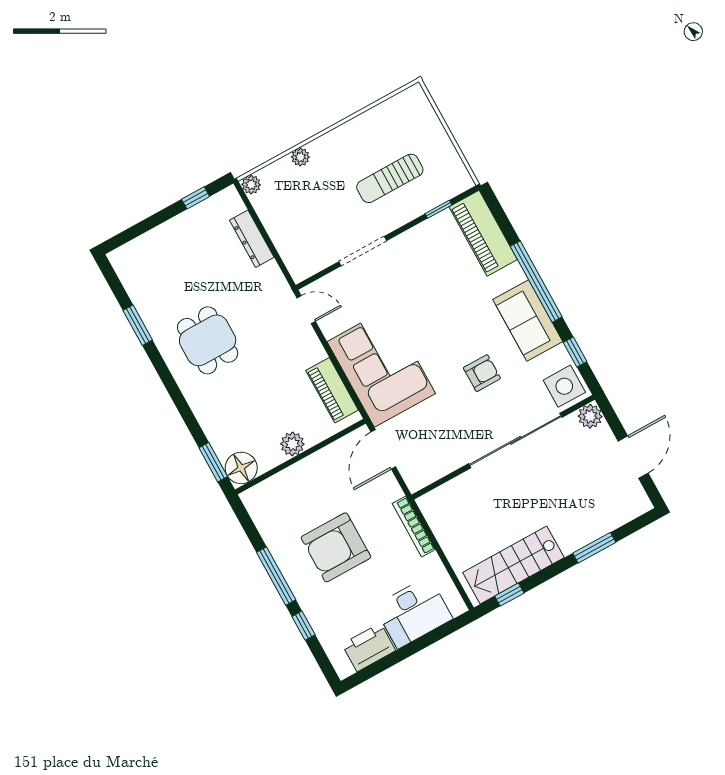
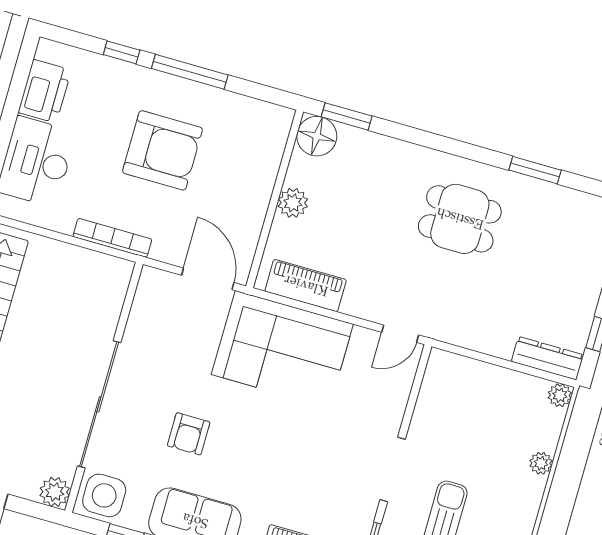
dresser: (252, 239) -> (547, 358), moved
doorway: (363, 251) -> (393, 469), moved
armchair: (336, 547) -> (162, 150), turned 90

